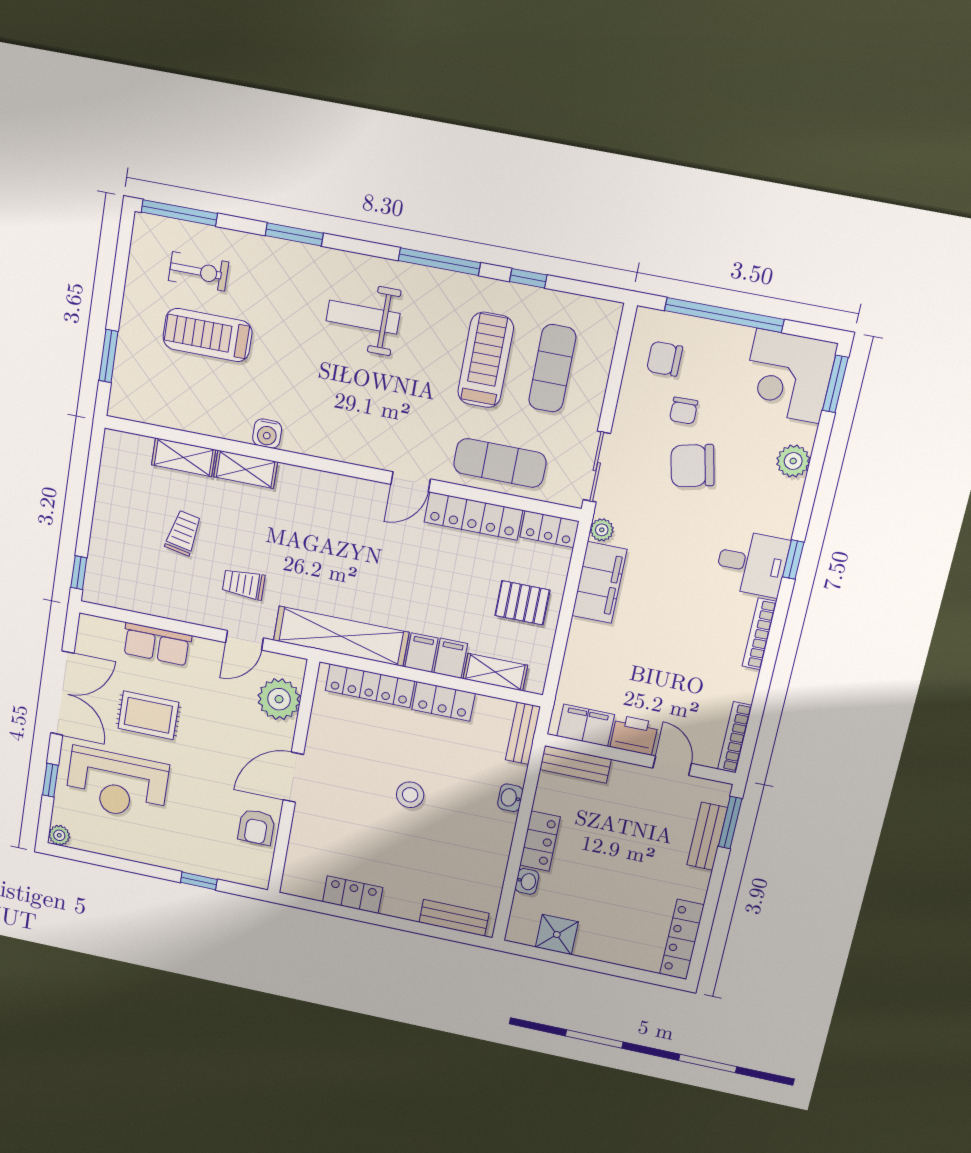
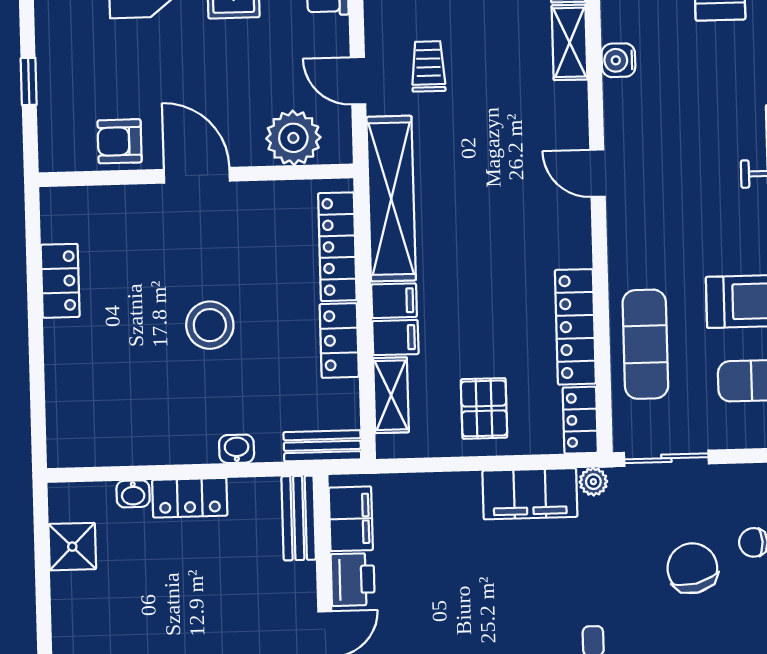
door: (411, 482) -> (597, 173), moved
stool: (410, 795) -> (210, 325), width x1.38, depth x1.38
bench: (454, 918) -> (62, 414), removed

